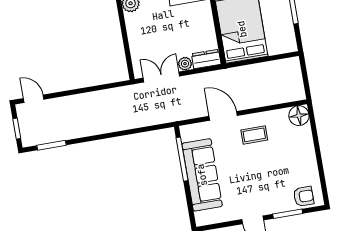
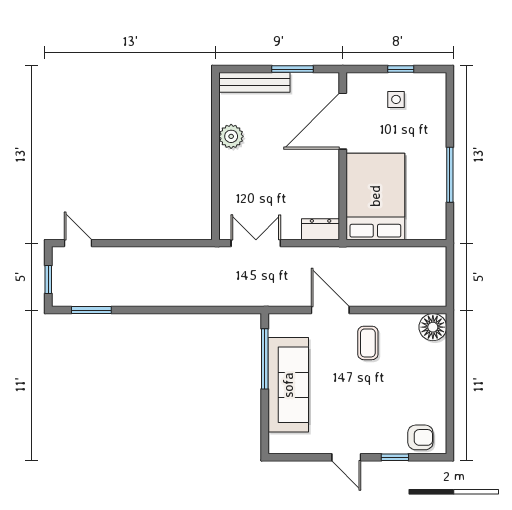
plant: (185, 64) -> (291, 231), removed
coffee table: (254, 135) -> (368, 343), turned 90
window: (288, 214) -> (395, 457), width x0.67

